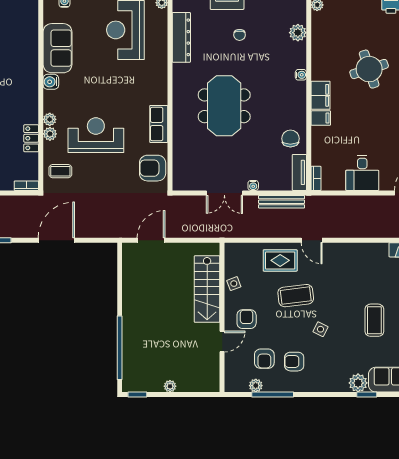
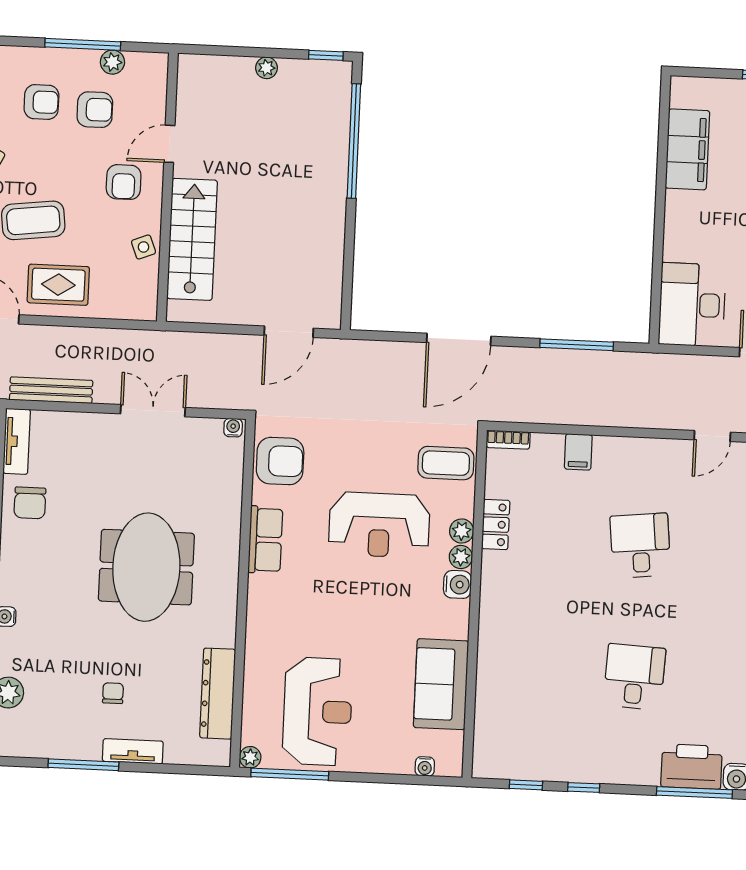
water cooler: (51, 82) -> (457, 584), moved
coffee table: (60, 171) -> (446, 463), width x1.36, depth x1.30
water cooler: (253, 185) -> (233, 428), moved
armchair: (264, 359) -> (95, 110), turned 90

